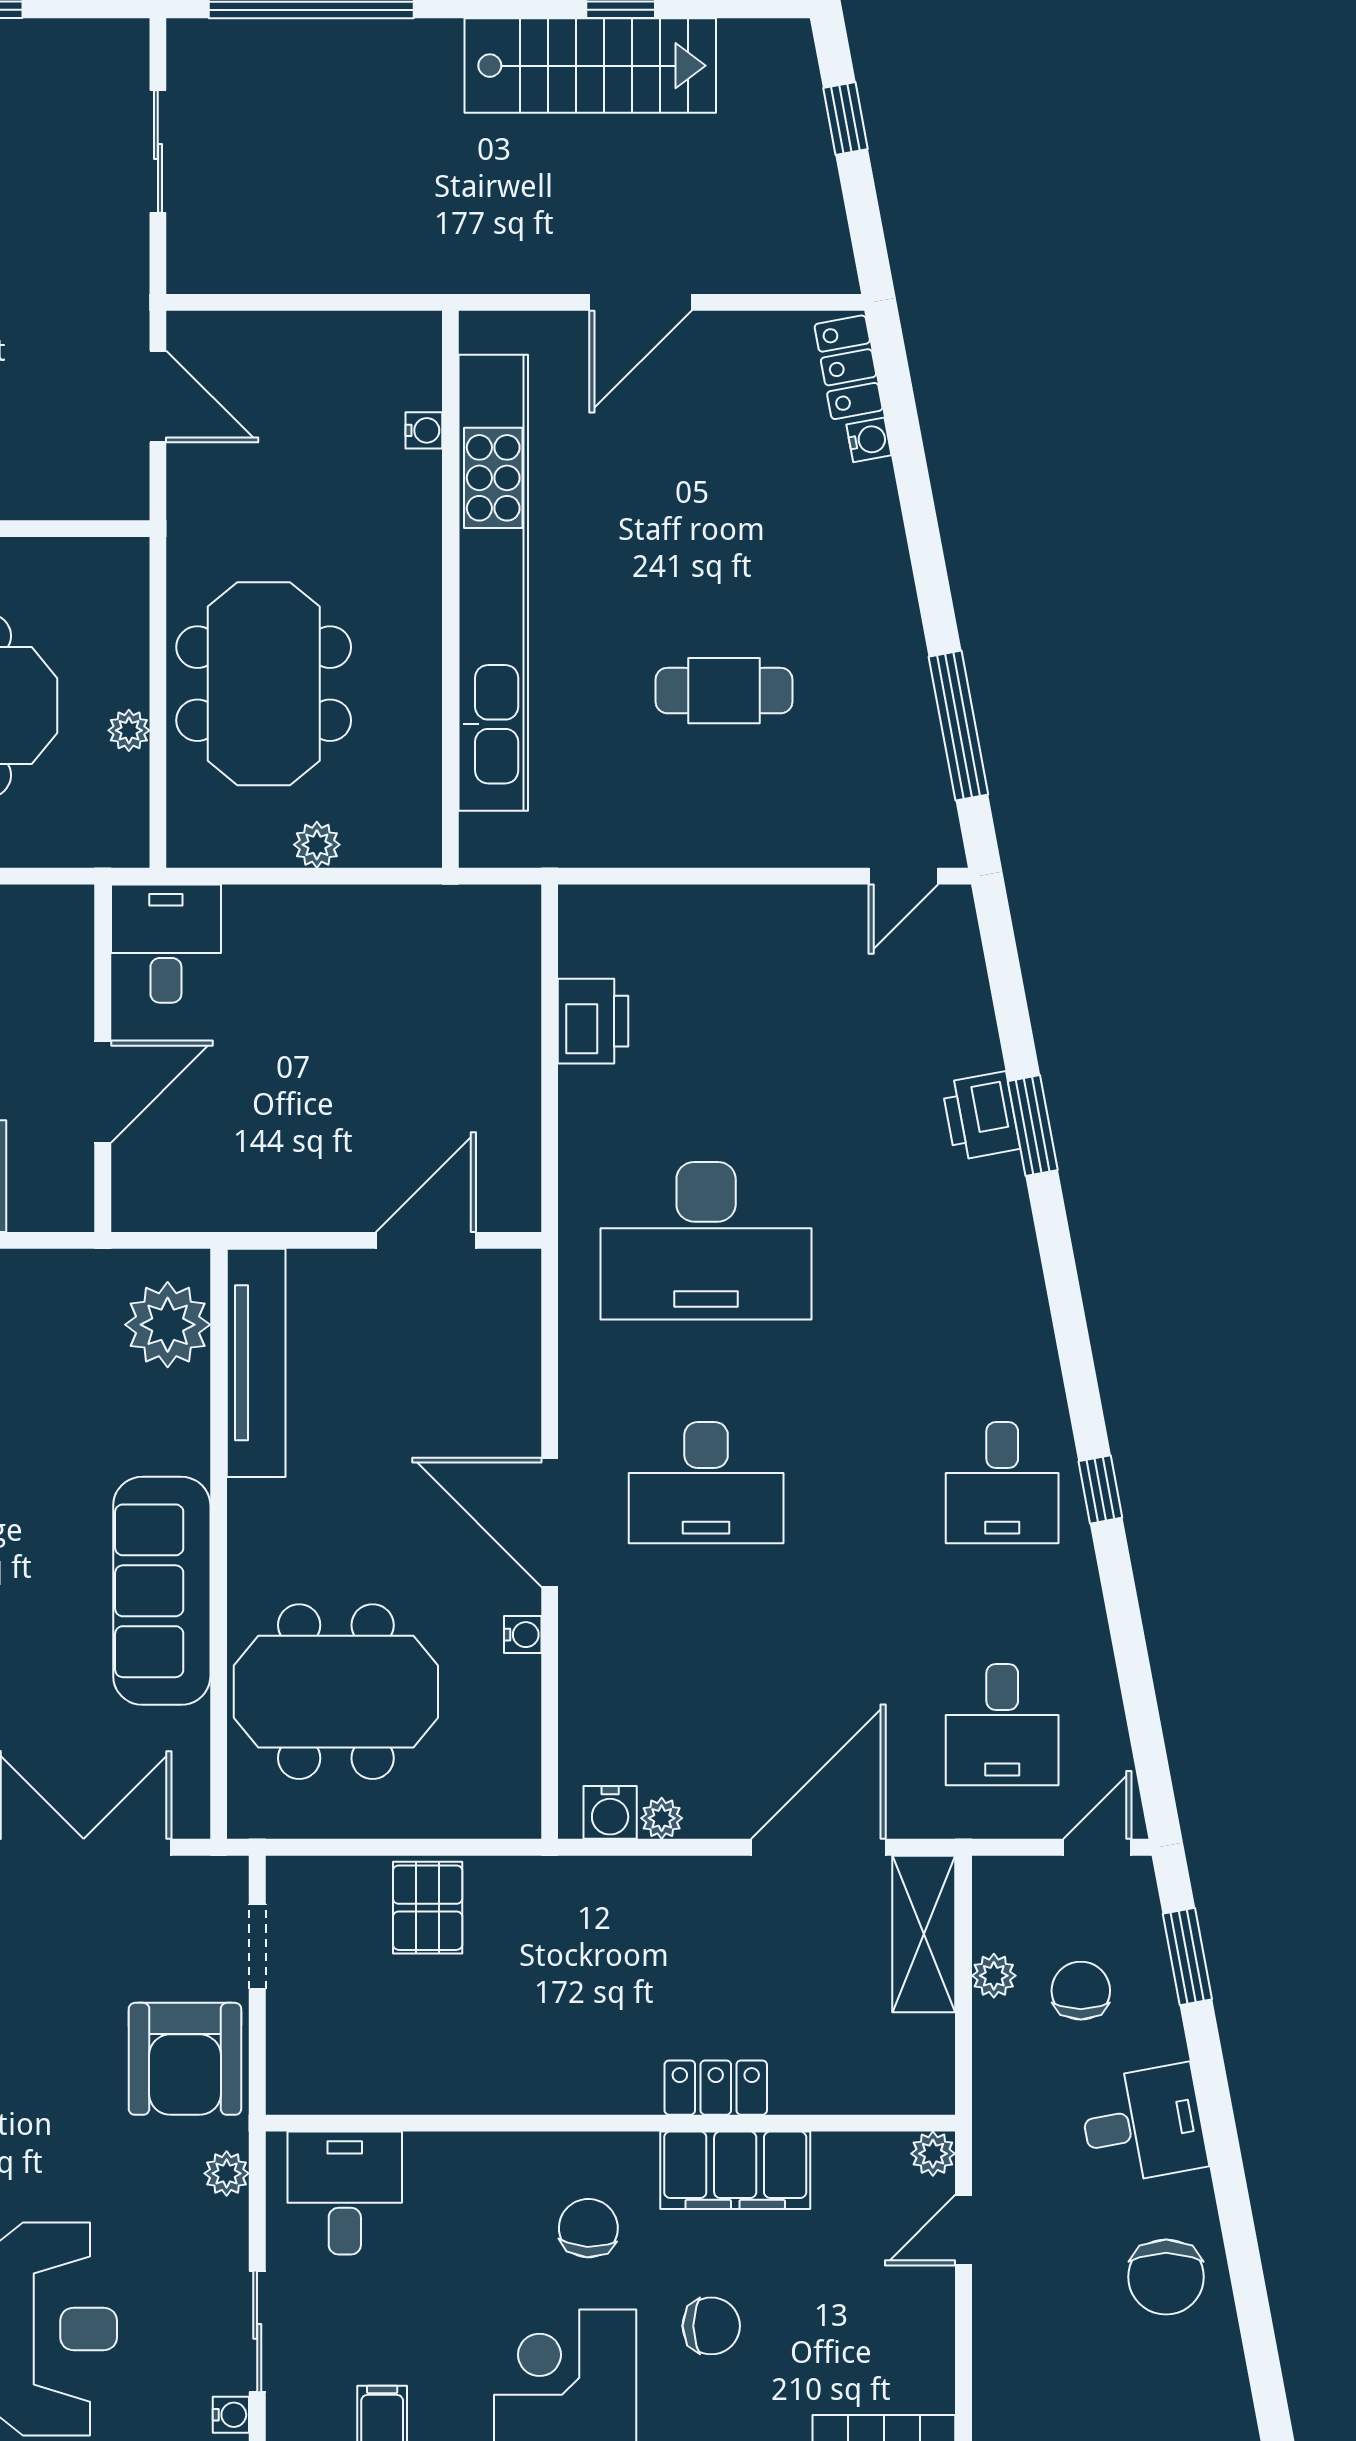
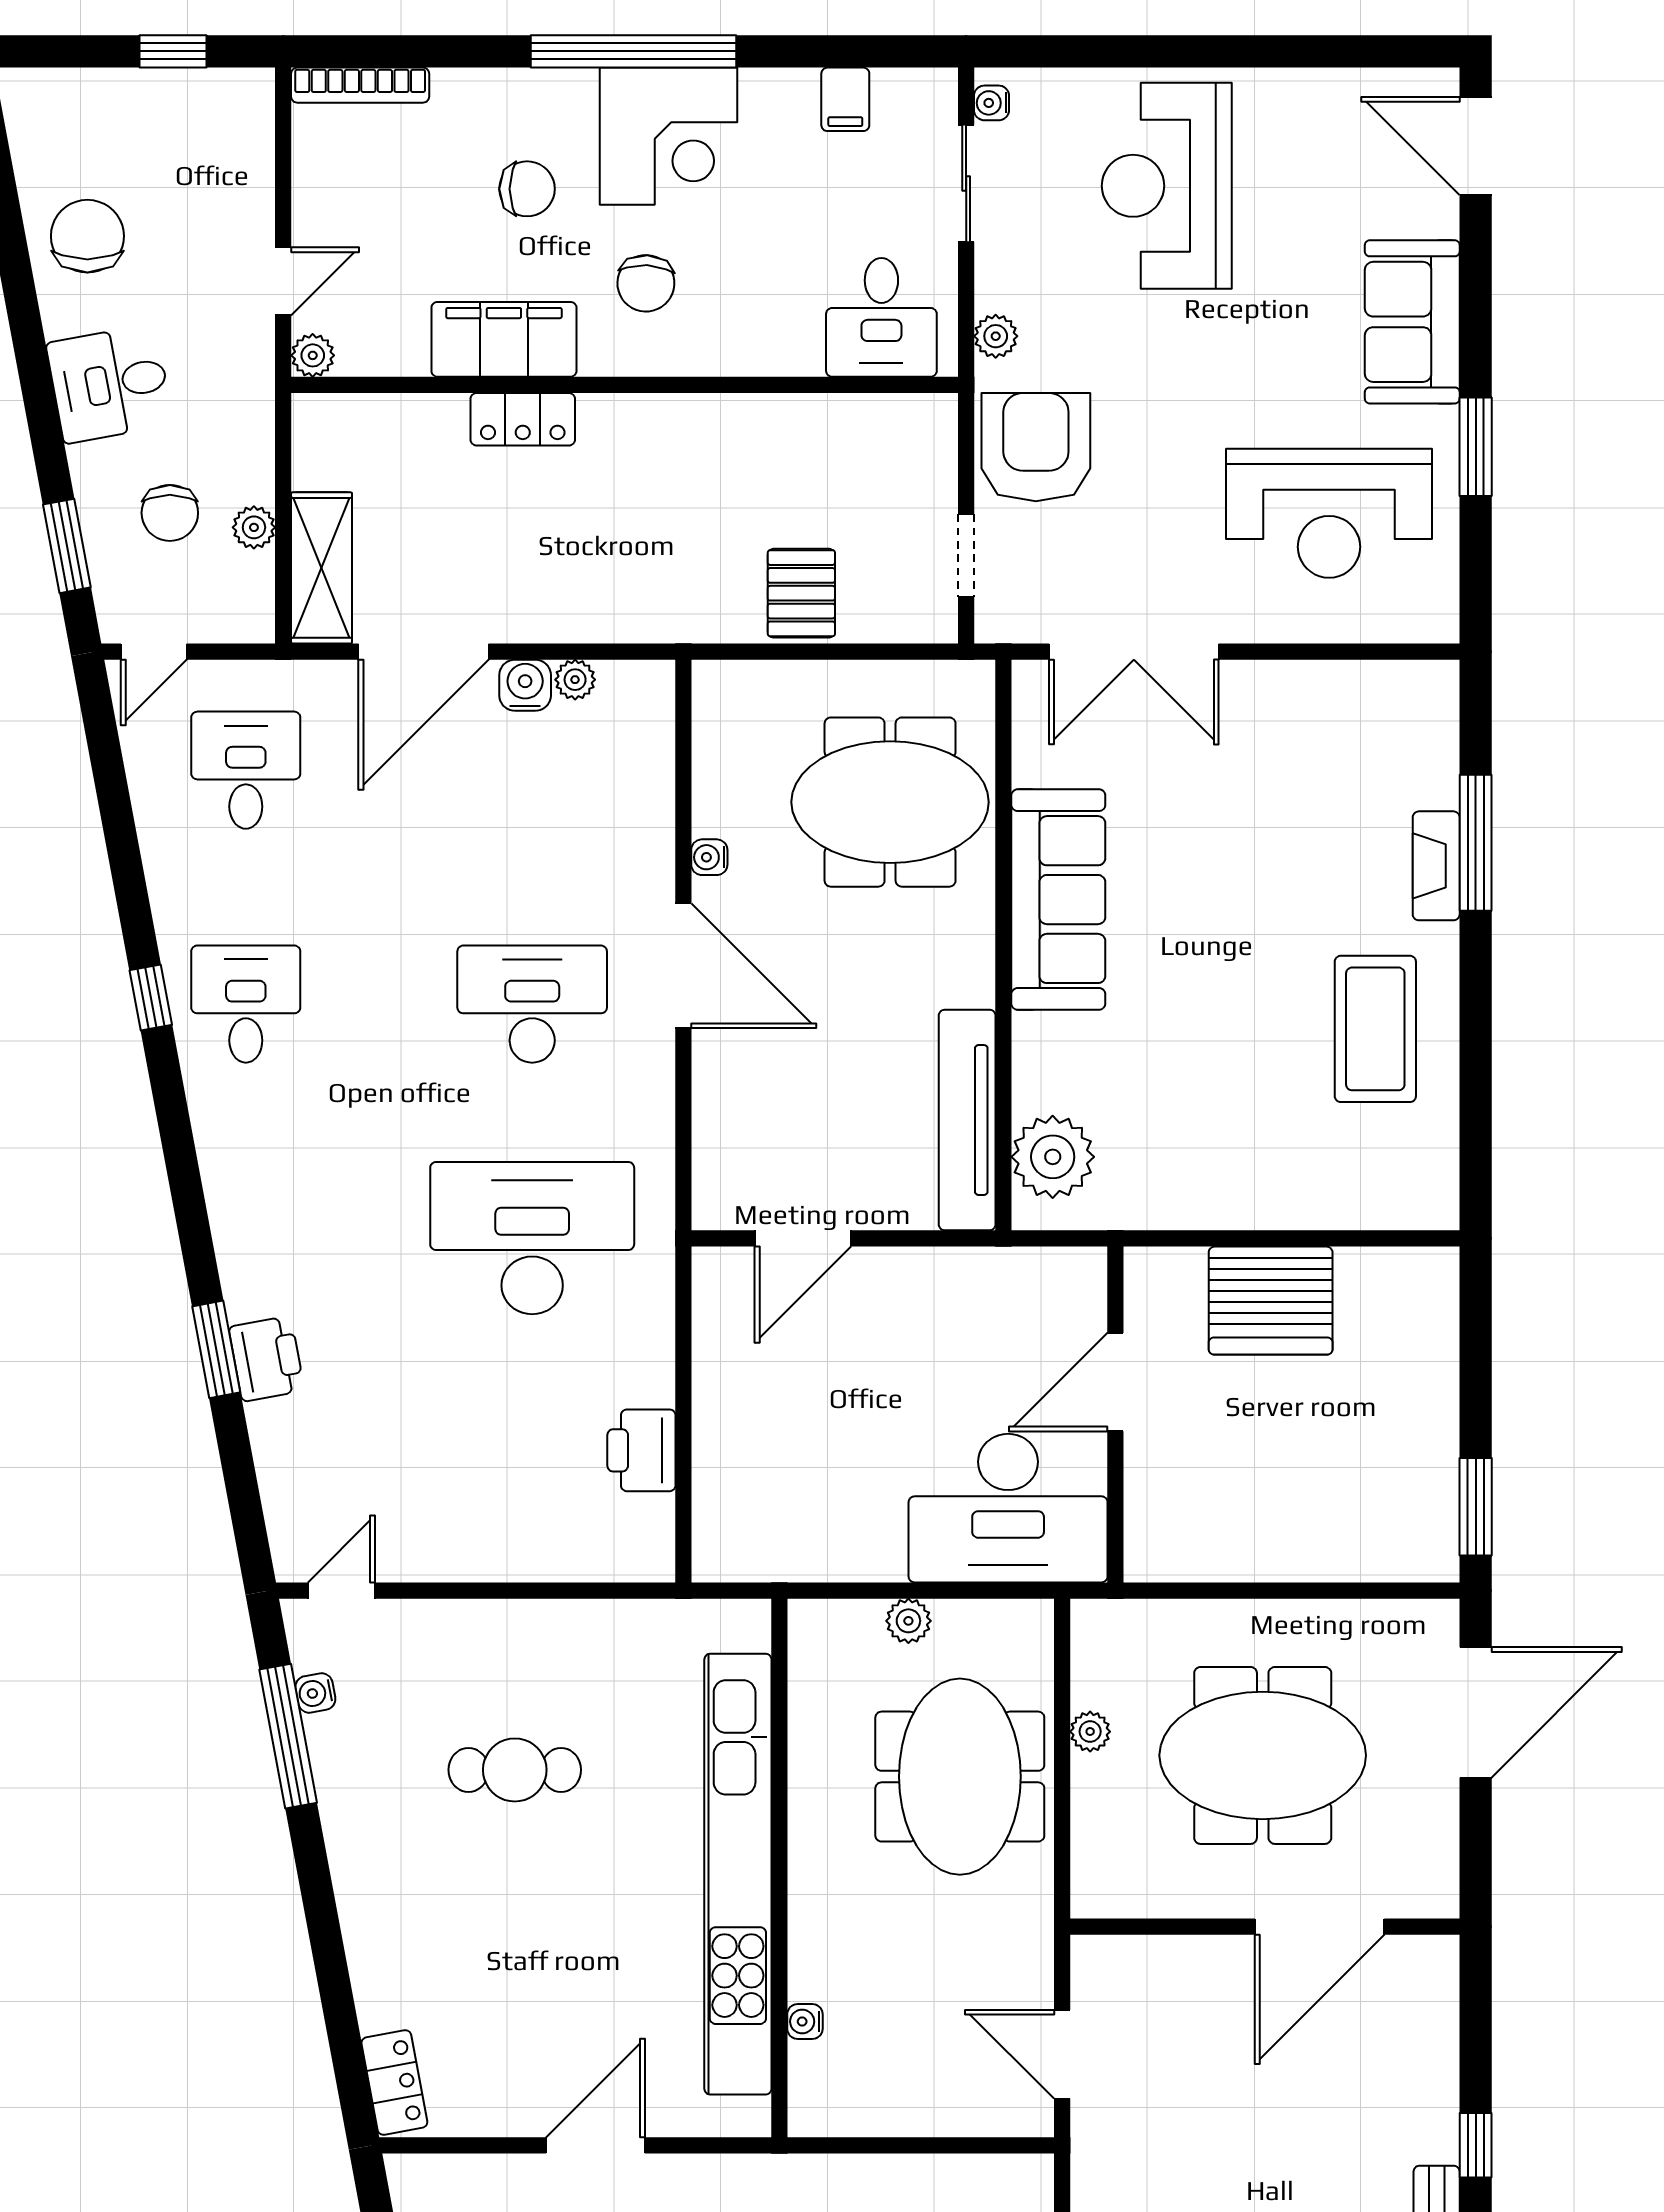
water cooler: (869, 440) -> (315, 1693), moved
desk: (166, 944) -> (1008, 1508), width x1.87, depth x1.30
water cooler: (610, 1812) -> (525, 685), moved
chair: (711, 2326) -> (527, 189), turned 180

